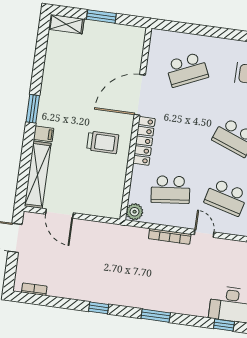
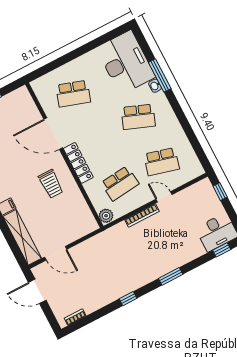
school desk: (187, 70) -> (73, 94), turned 42
door: (140, 95) -> (53, 134), hinge flipped
trolley: (103, 142) -> (51, 184), turned 90

